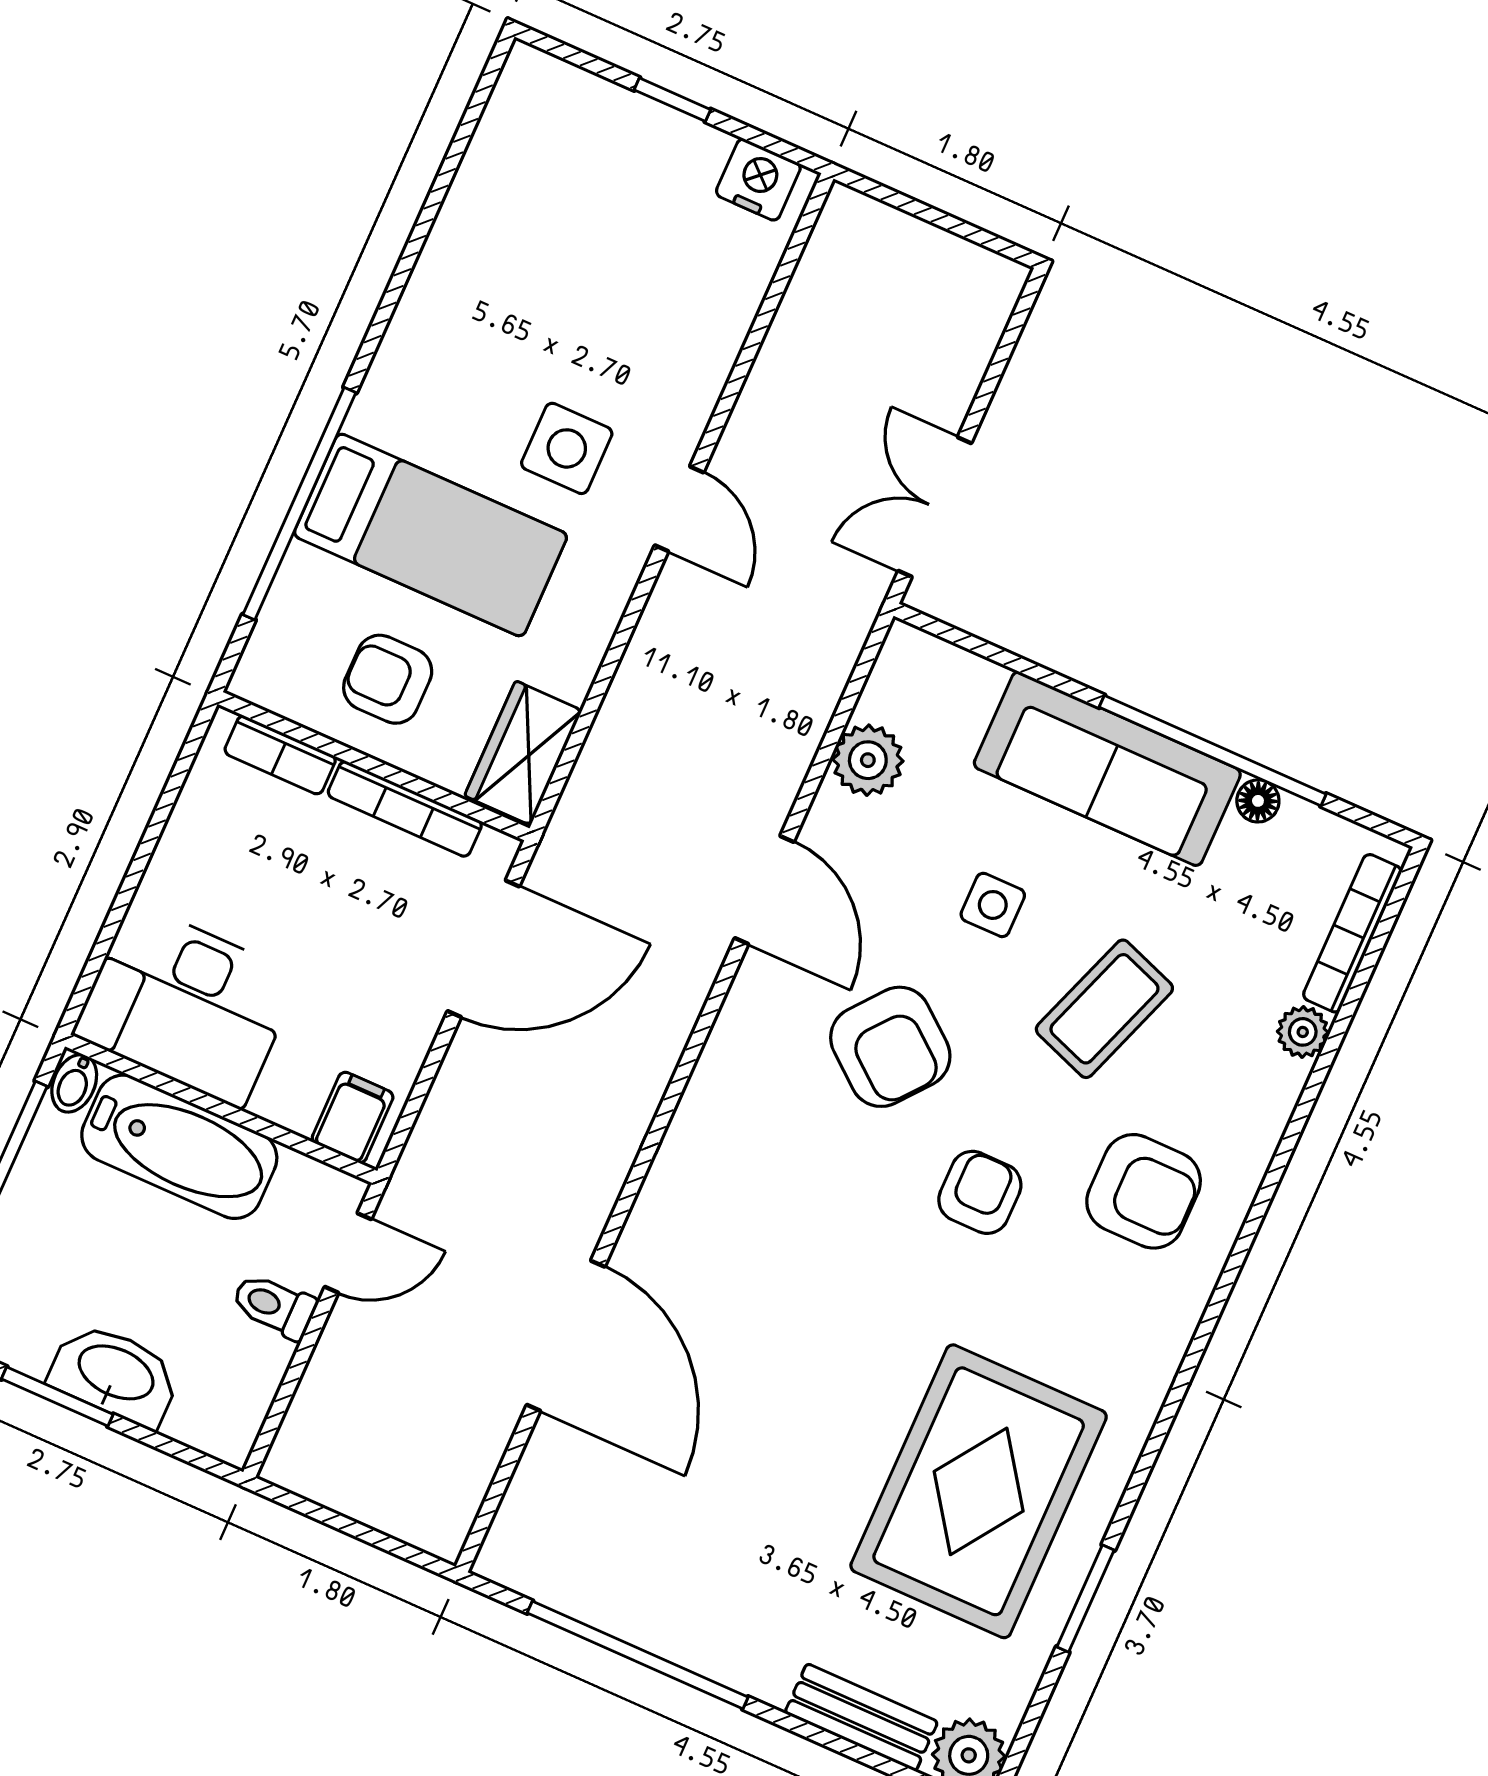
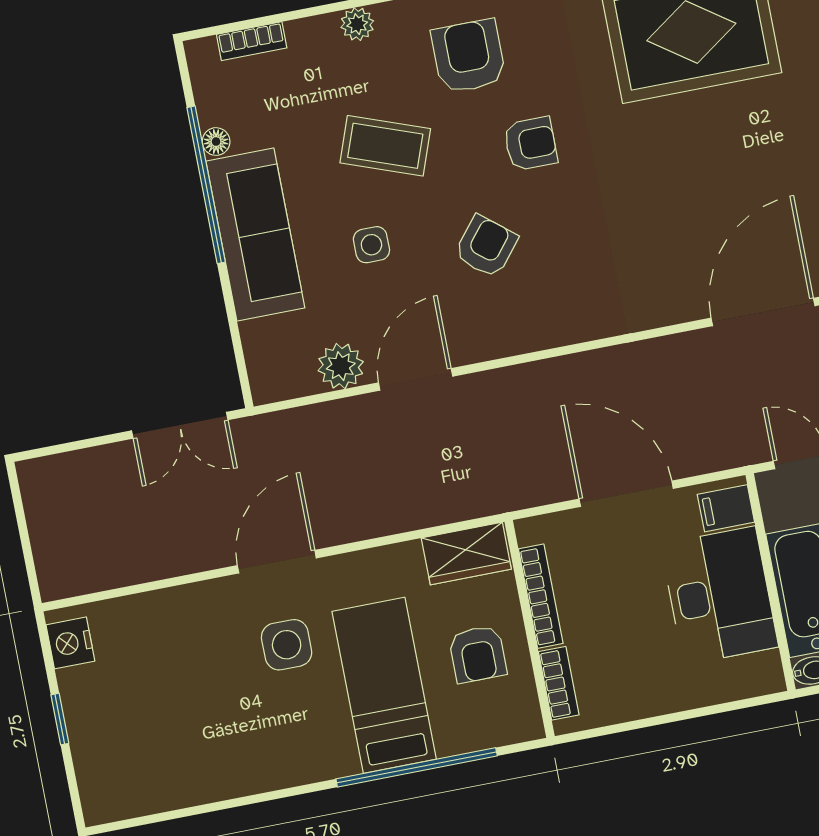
door: (679, 509) -> (277, 562), width x1.38
door: (764, 890) -> (416, 379), moved
bookcase: (1352, 933) -> (252, 41), width x0.64
door: (483, 949) -> (626, 494), moved
desk: (187, 1005) -> (719, 595), moved
plant: (1303, 1032) -> (357, 24), moved
armchair: (890, 1047) -> (486, 246), width x0.72, depth x0.72
armchair: (980, 1192) -> (530, 144), turned 180

